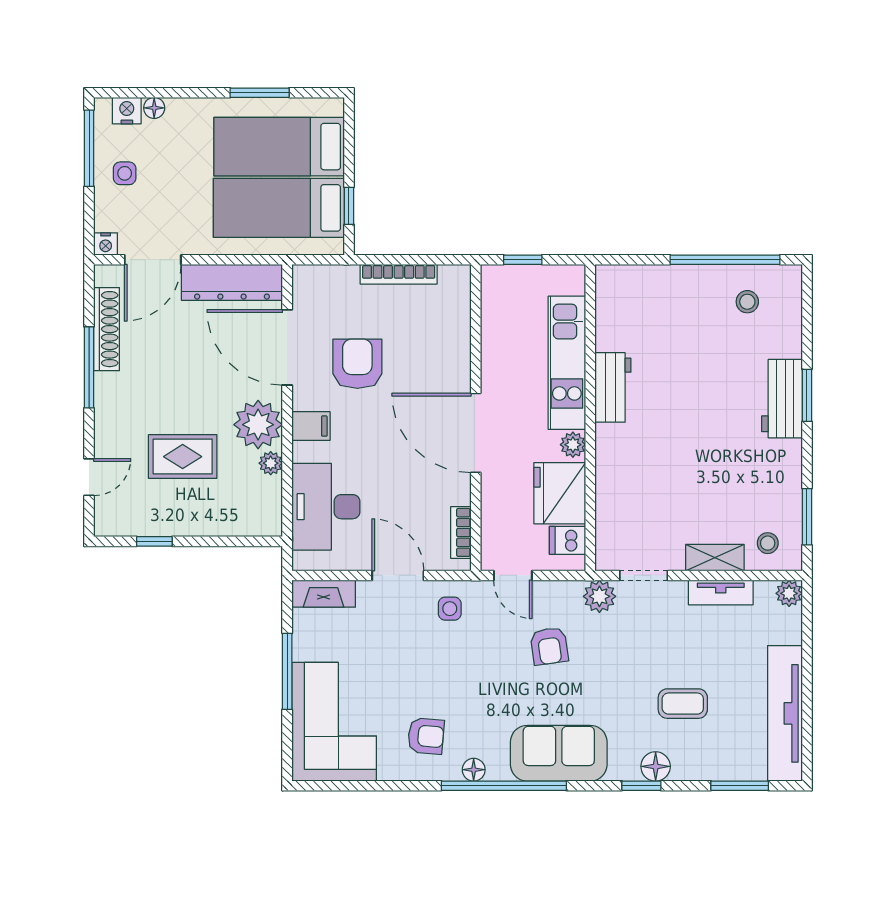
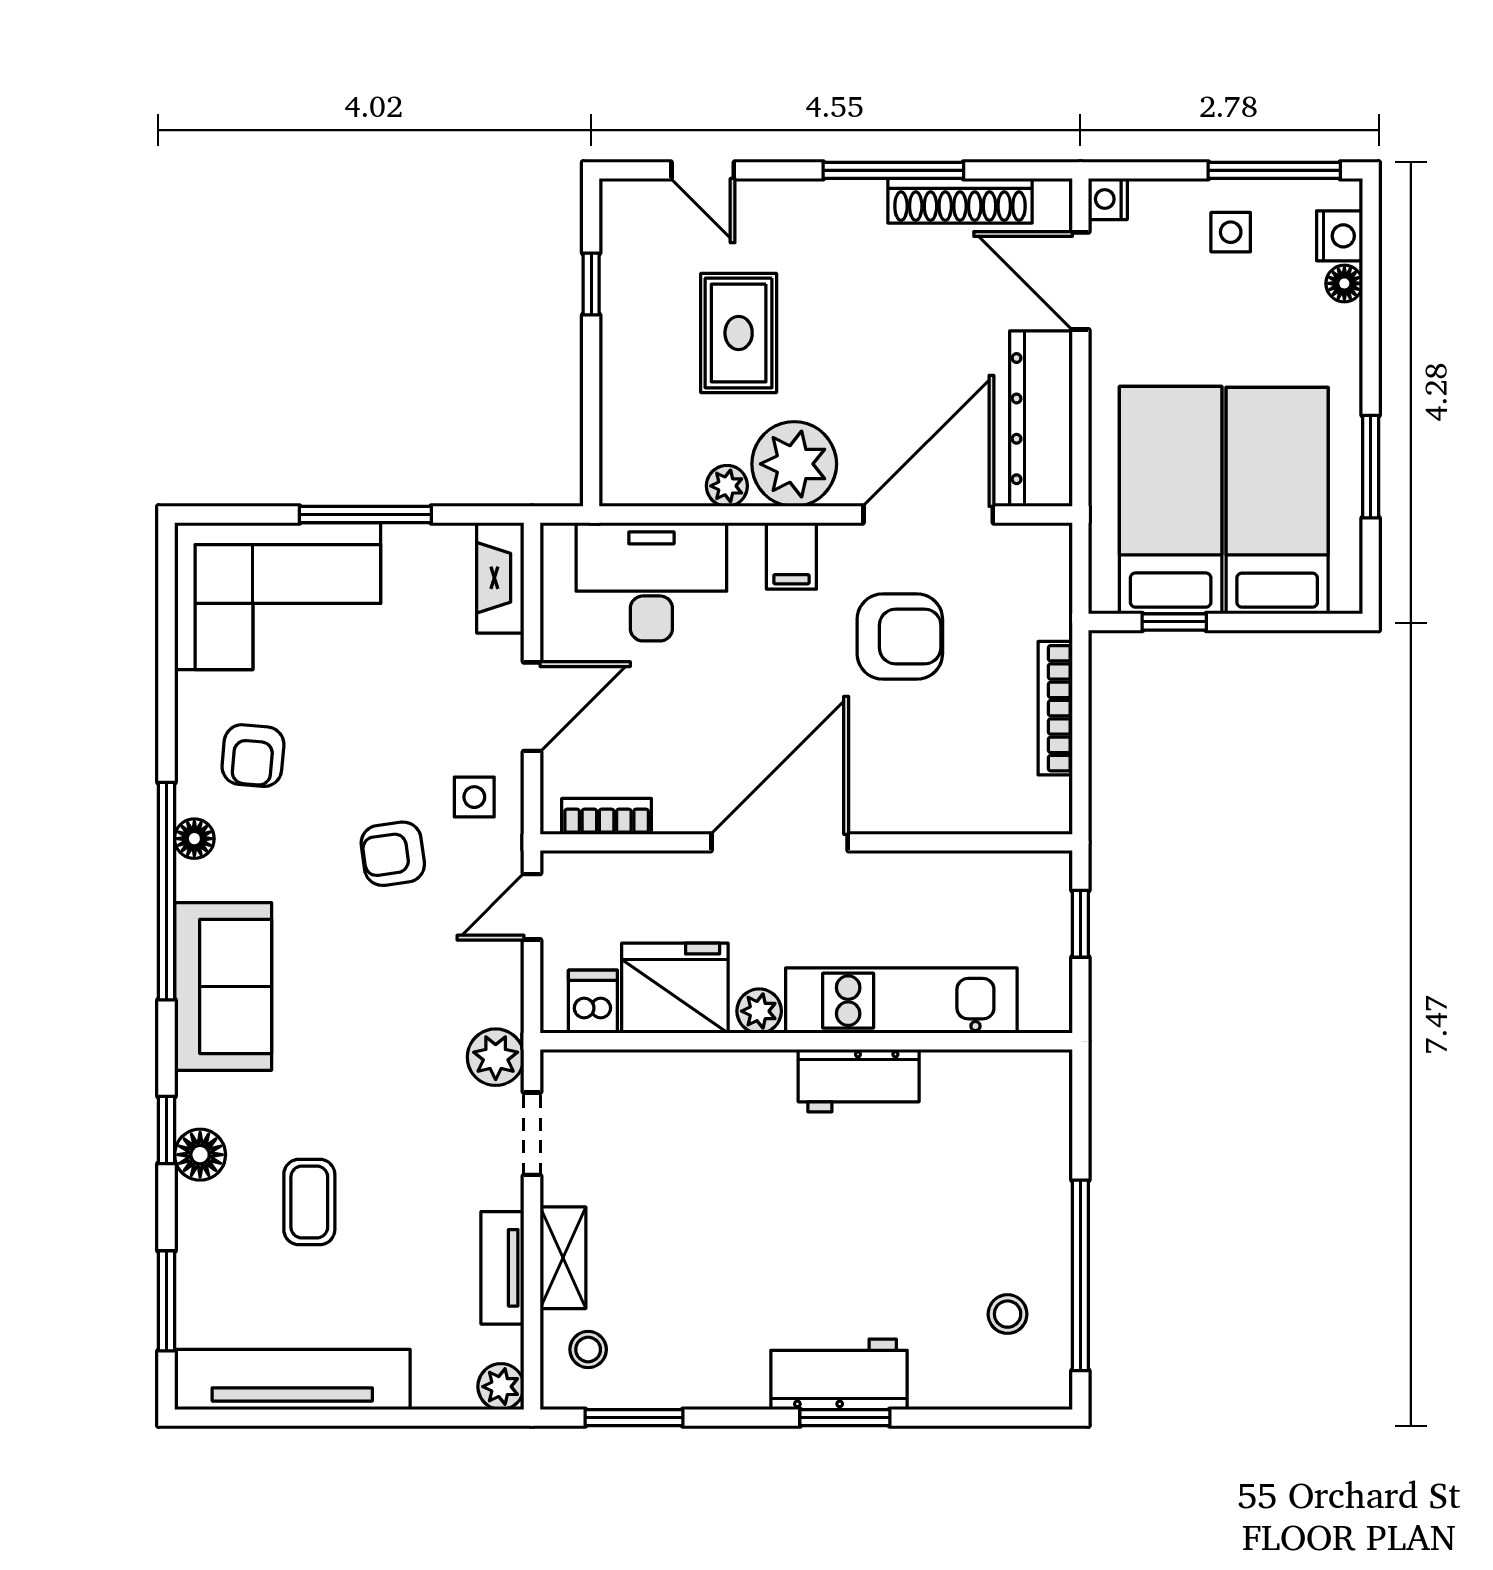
armchair: (549, 646) -> (393, 854), moved

